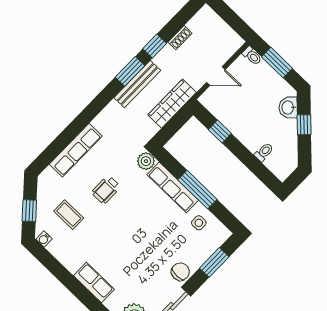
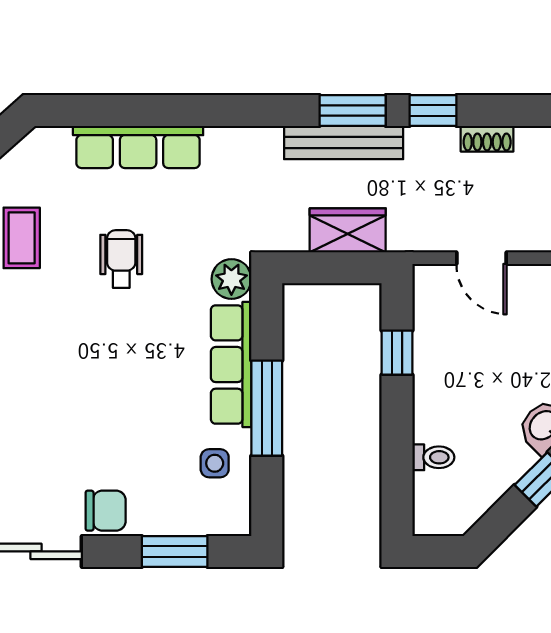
wardrobe: (172, 104) -> (348, 230), width x0.67
wheelchair: (106, 190) -> (121, 259), turned 90

